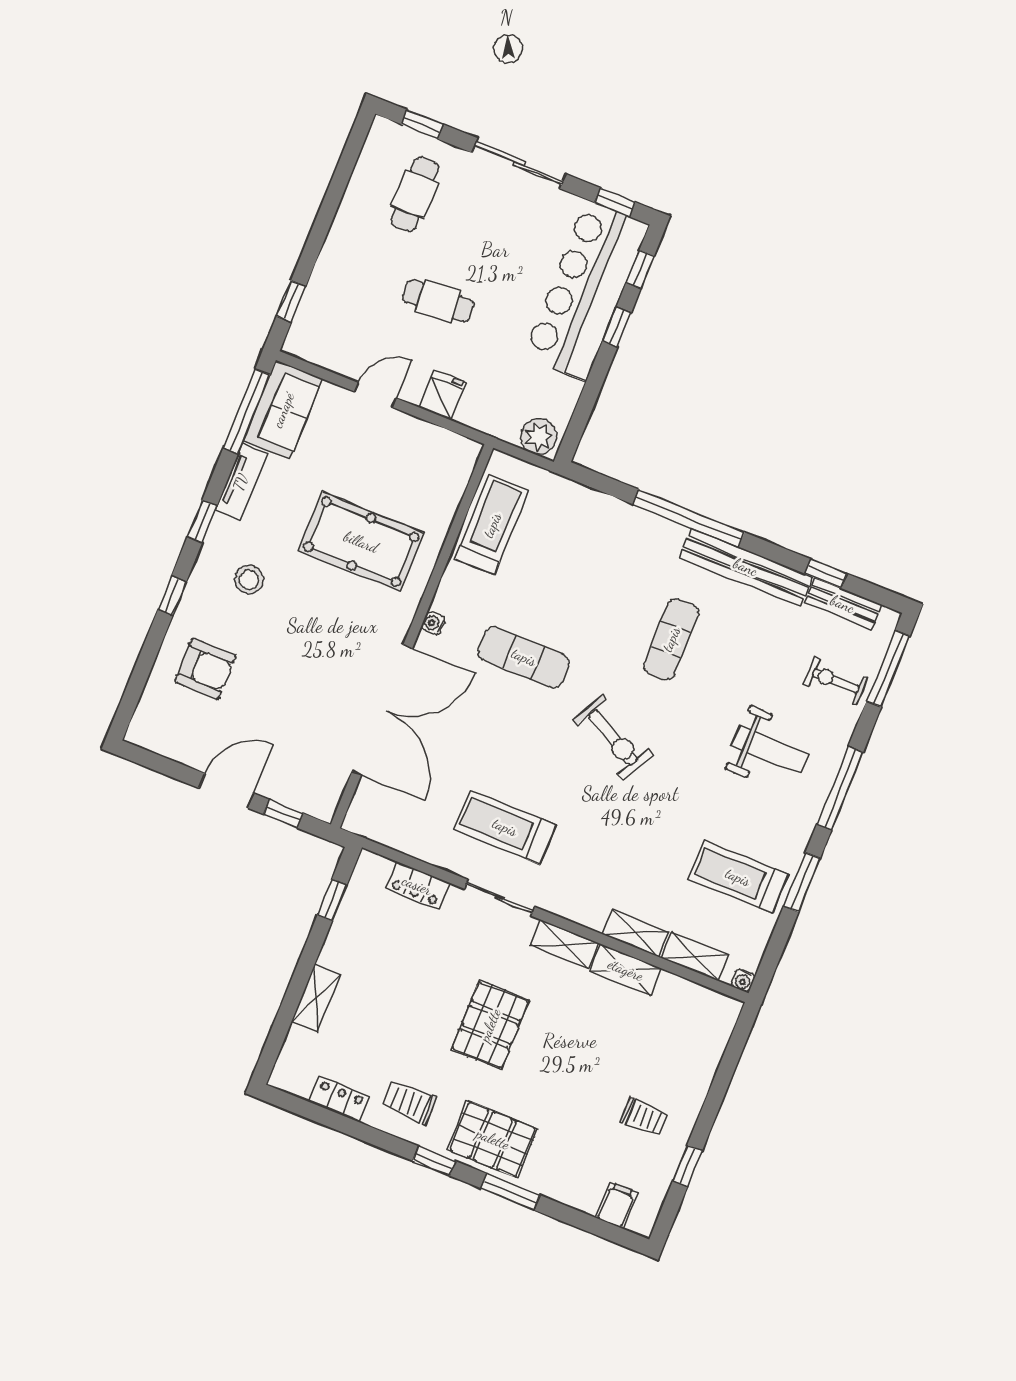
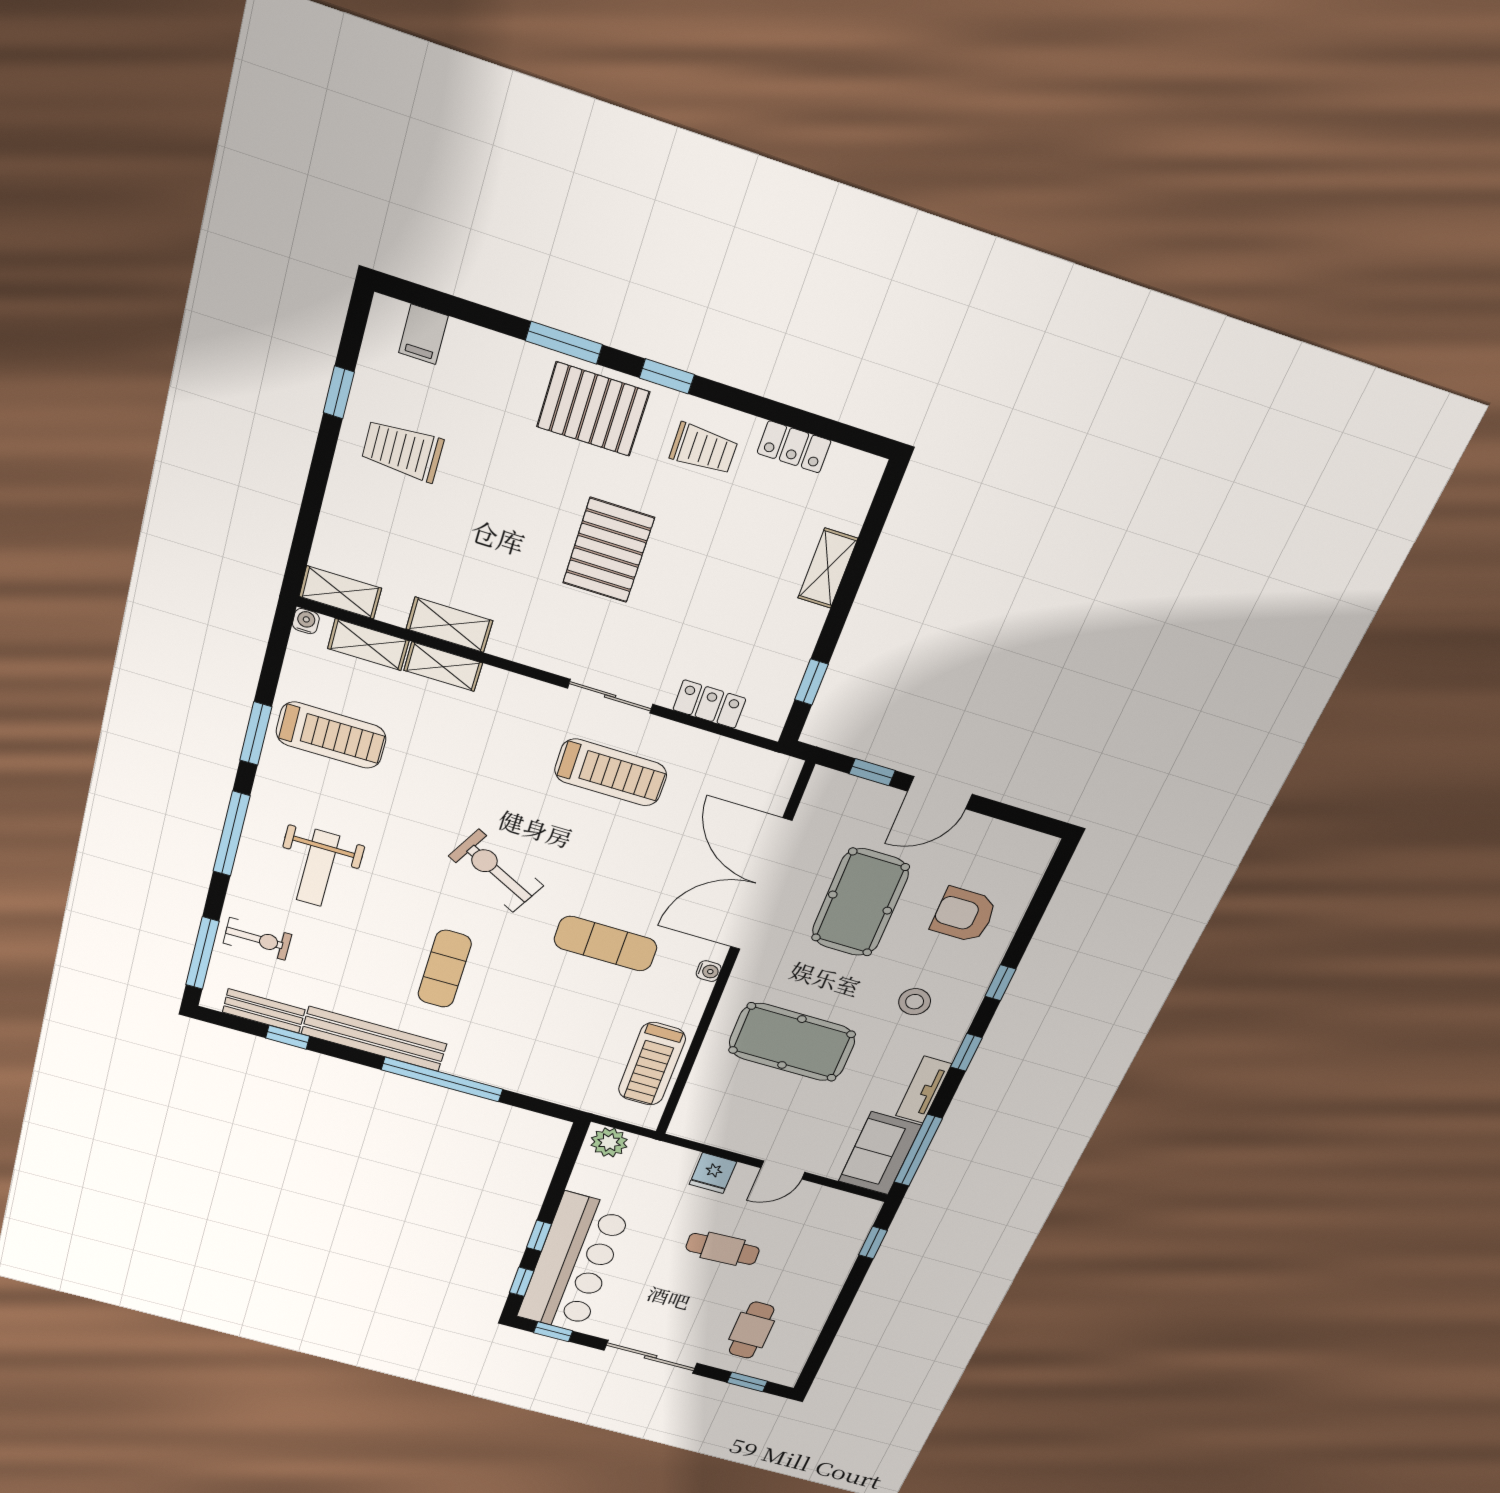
pool table: (296, 686) -> (860, 903), added
weight bench: (770, 750) -> (318, 868), turned -90
shelving: (564, 944) -> (340, 592), moved
trolley: (644, 1117) -> (402, 451), width x1.36, depth x1.39

